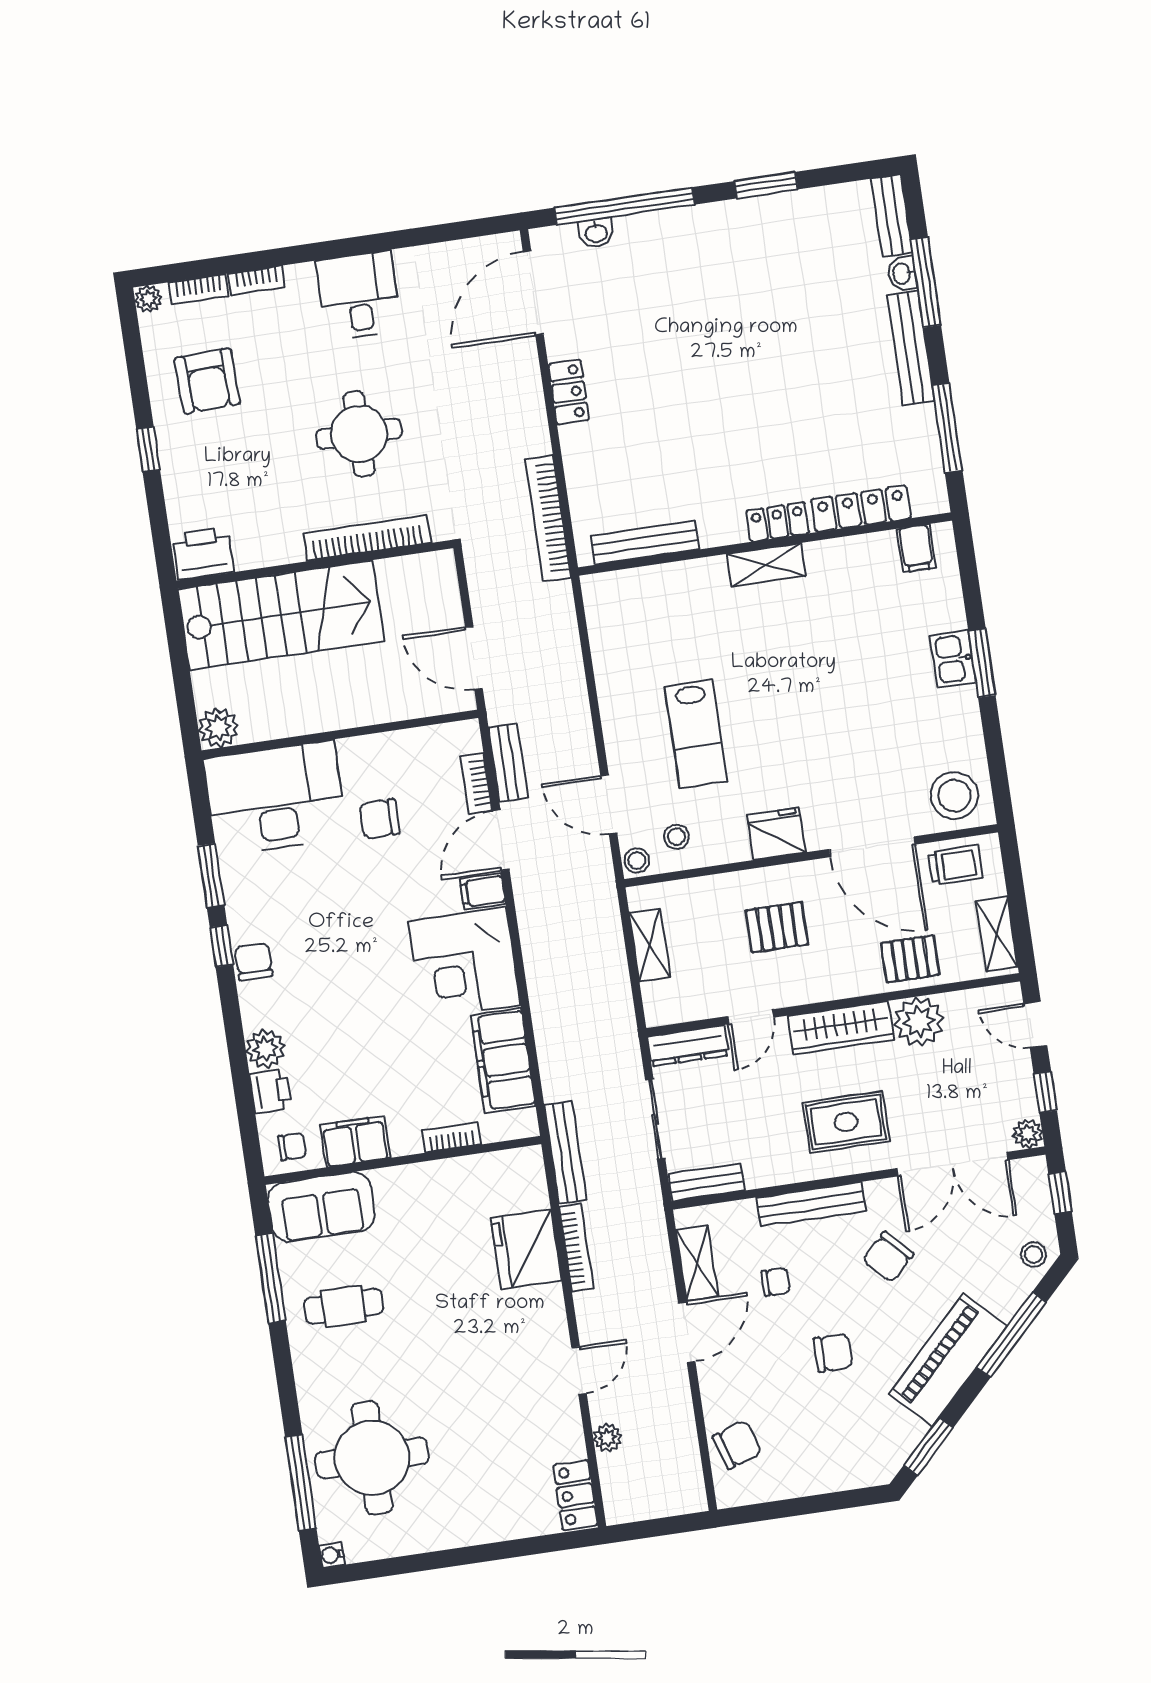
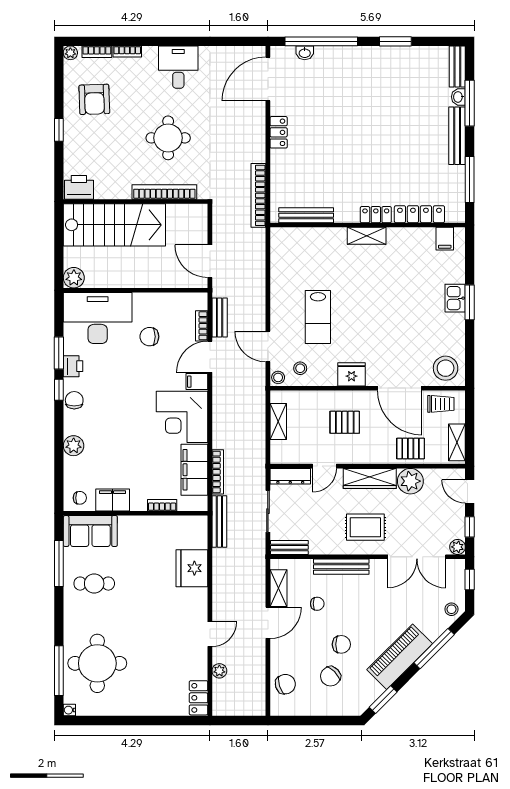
printer: (271, 1091) -> (73, 366), moved
bookcase: (576, 1248) -> (218, 472), moved
chair: (888, 1257) -> (330, 676), moved

